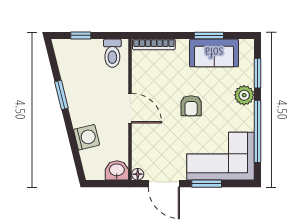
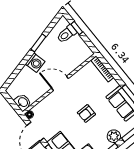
toilet: (112, 53) -> (67, 34), moved
door: (130, 108) -> (60, 83), swing flipped
washing machine: (87, 137) -> (35, 63), moved

